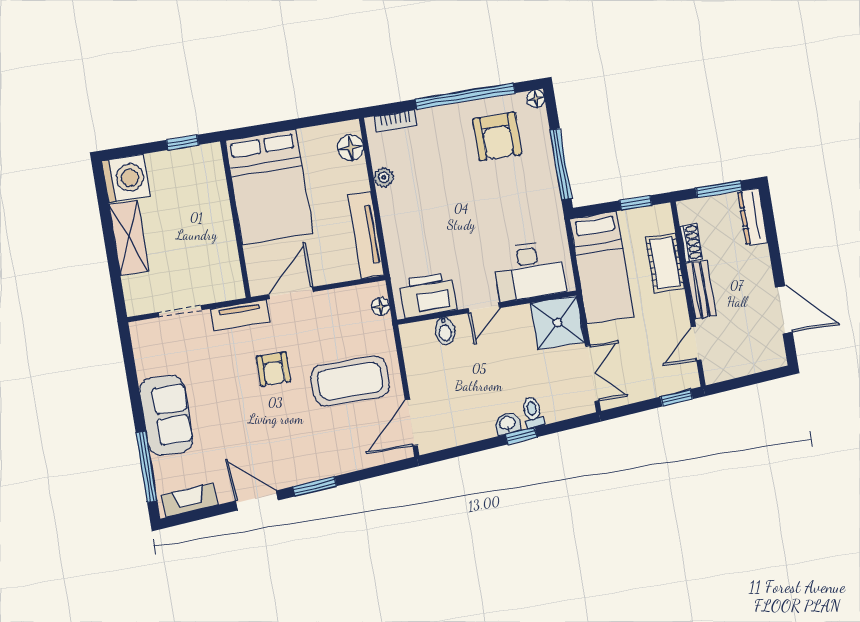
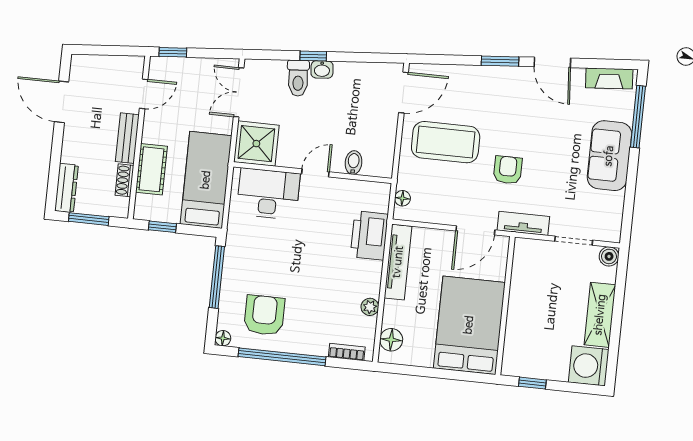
printer: (428, 295) -> (369, 235), moved, turned 90
boiler: (136, 305) -> (609, 256), added
toilet: (533, 412) -> (298, 78), width x1.37, depth x1.39

